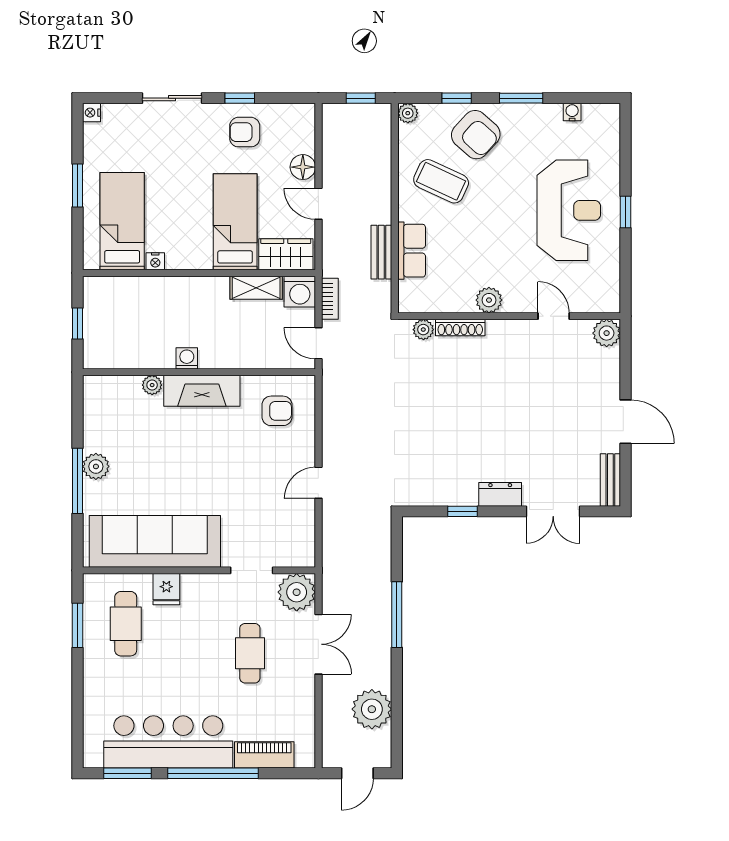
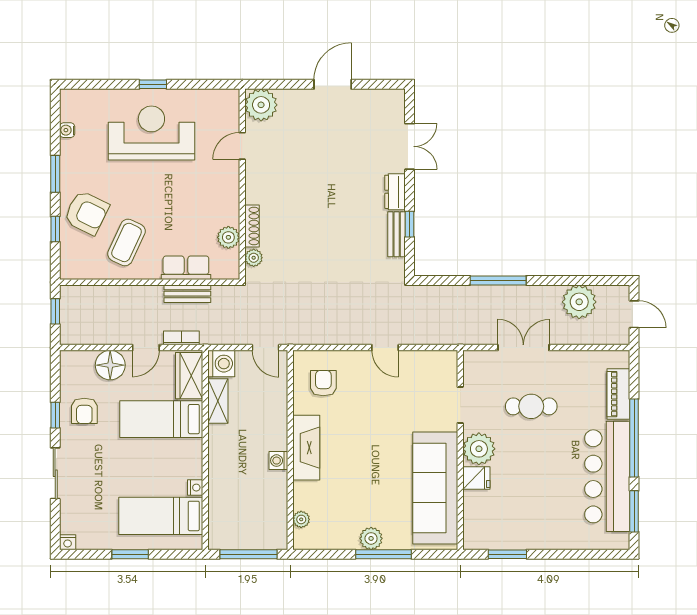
plant: (408, 113) -> (68, 271), removed
armchair: (476, 135) -> (87, 213), turned 74
floor lamp: (303, 167) -> (110, 365), width x1.38, depth x1.38
bookcase: (330, 299) -> (181, 338), moved
plant: (489, 300) -> (228, 237), moved
window: (78, 323) -> (248, 554), width x2.17
plant: (607, 333) -> (261, 105), width x1.36, depth x1.36
door: (318, 343) -> (266, 348), hinge flipped
plant: (152, 385) -> (301, 519), moved
bench: (610, 480) -> (397, 234), moved, turned 90
plant: (297, 592) -> (479, 449), moved
cafe table: (126, 624) -> (506, 513), removed

